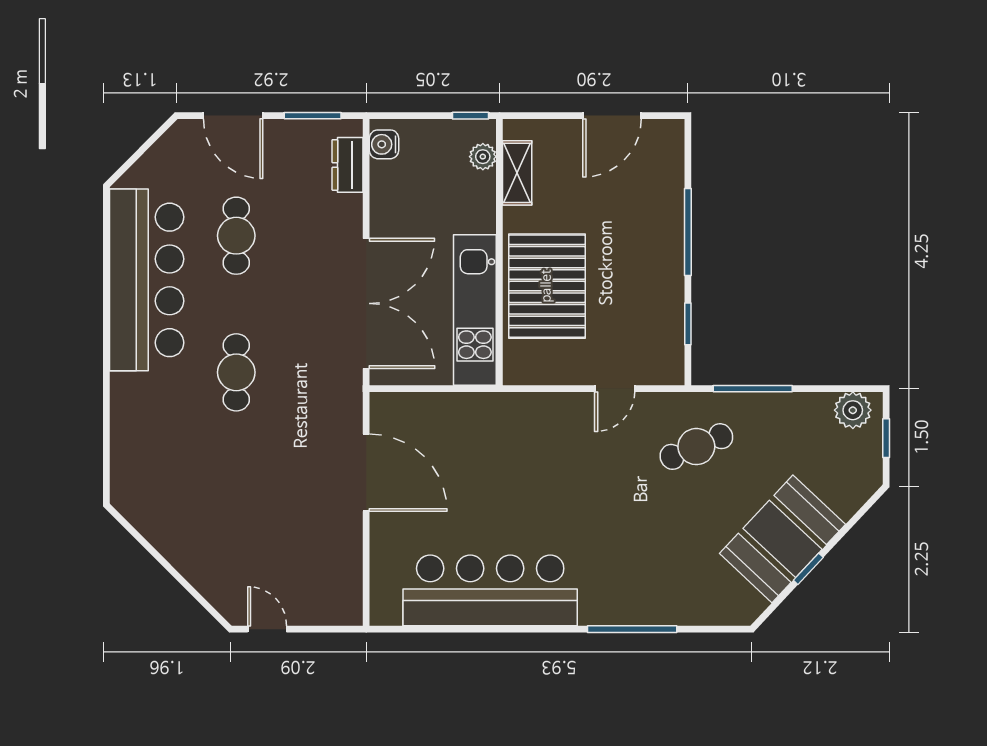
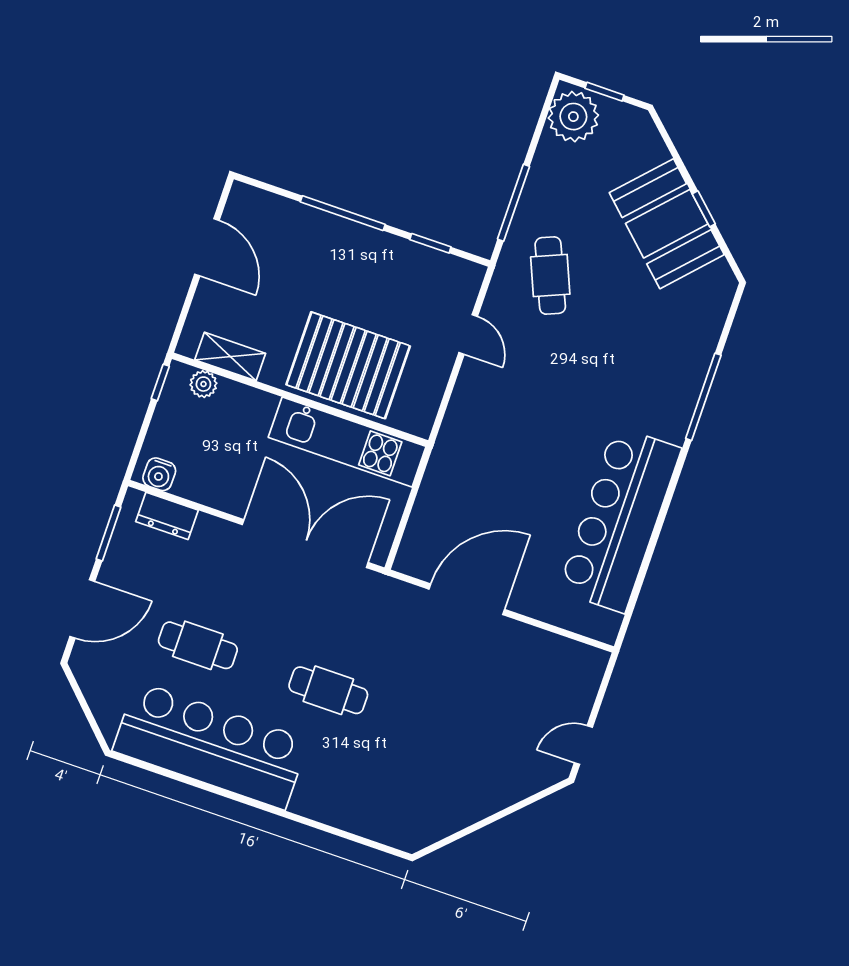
plant: (853, 410) -> (573, 117), width x1.36, depth x1.36

